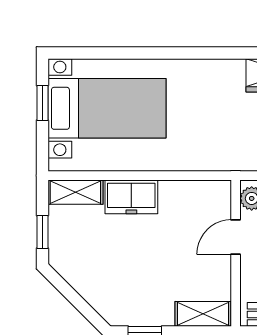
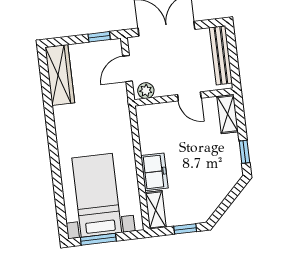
window: (42, 103) -> (98, 239), width x1.50
door: (236, 237) -> (189, 96), moved

